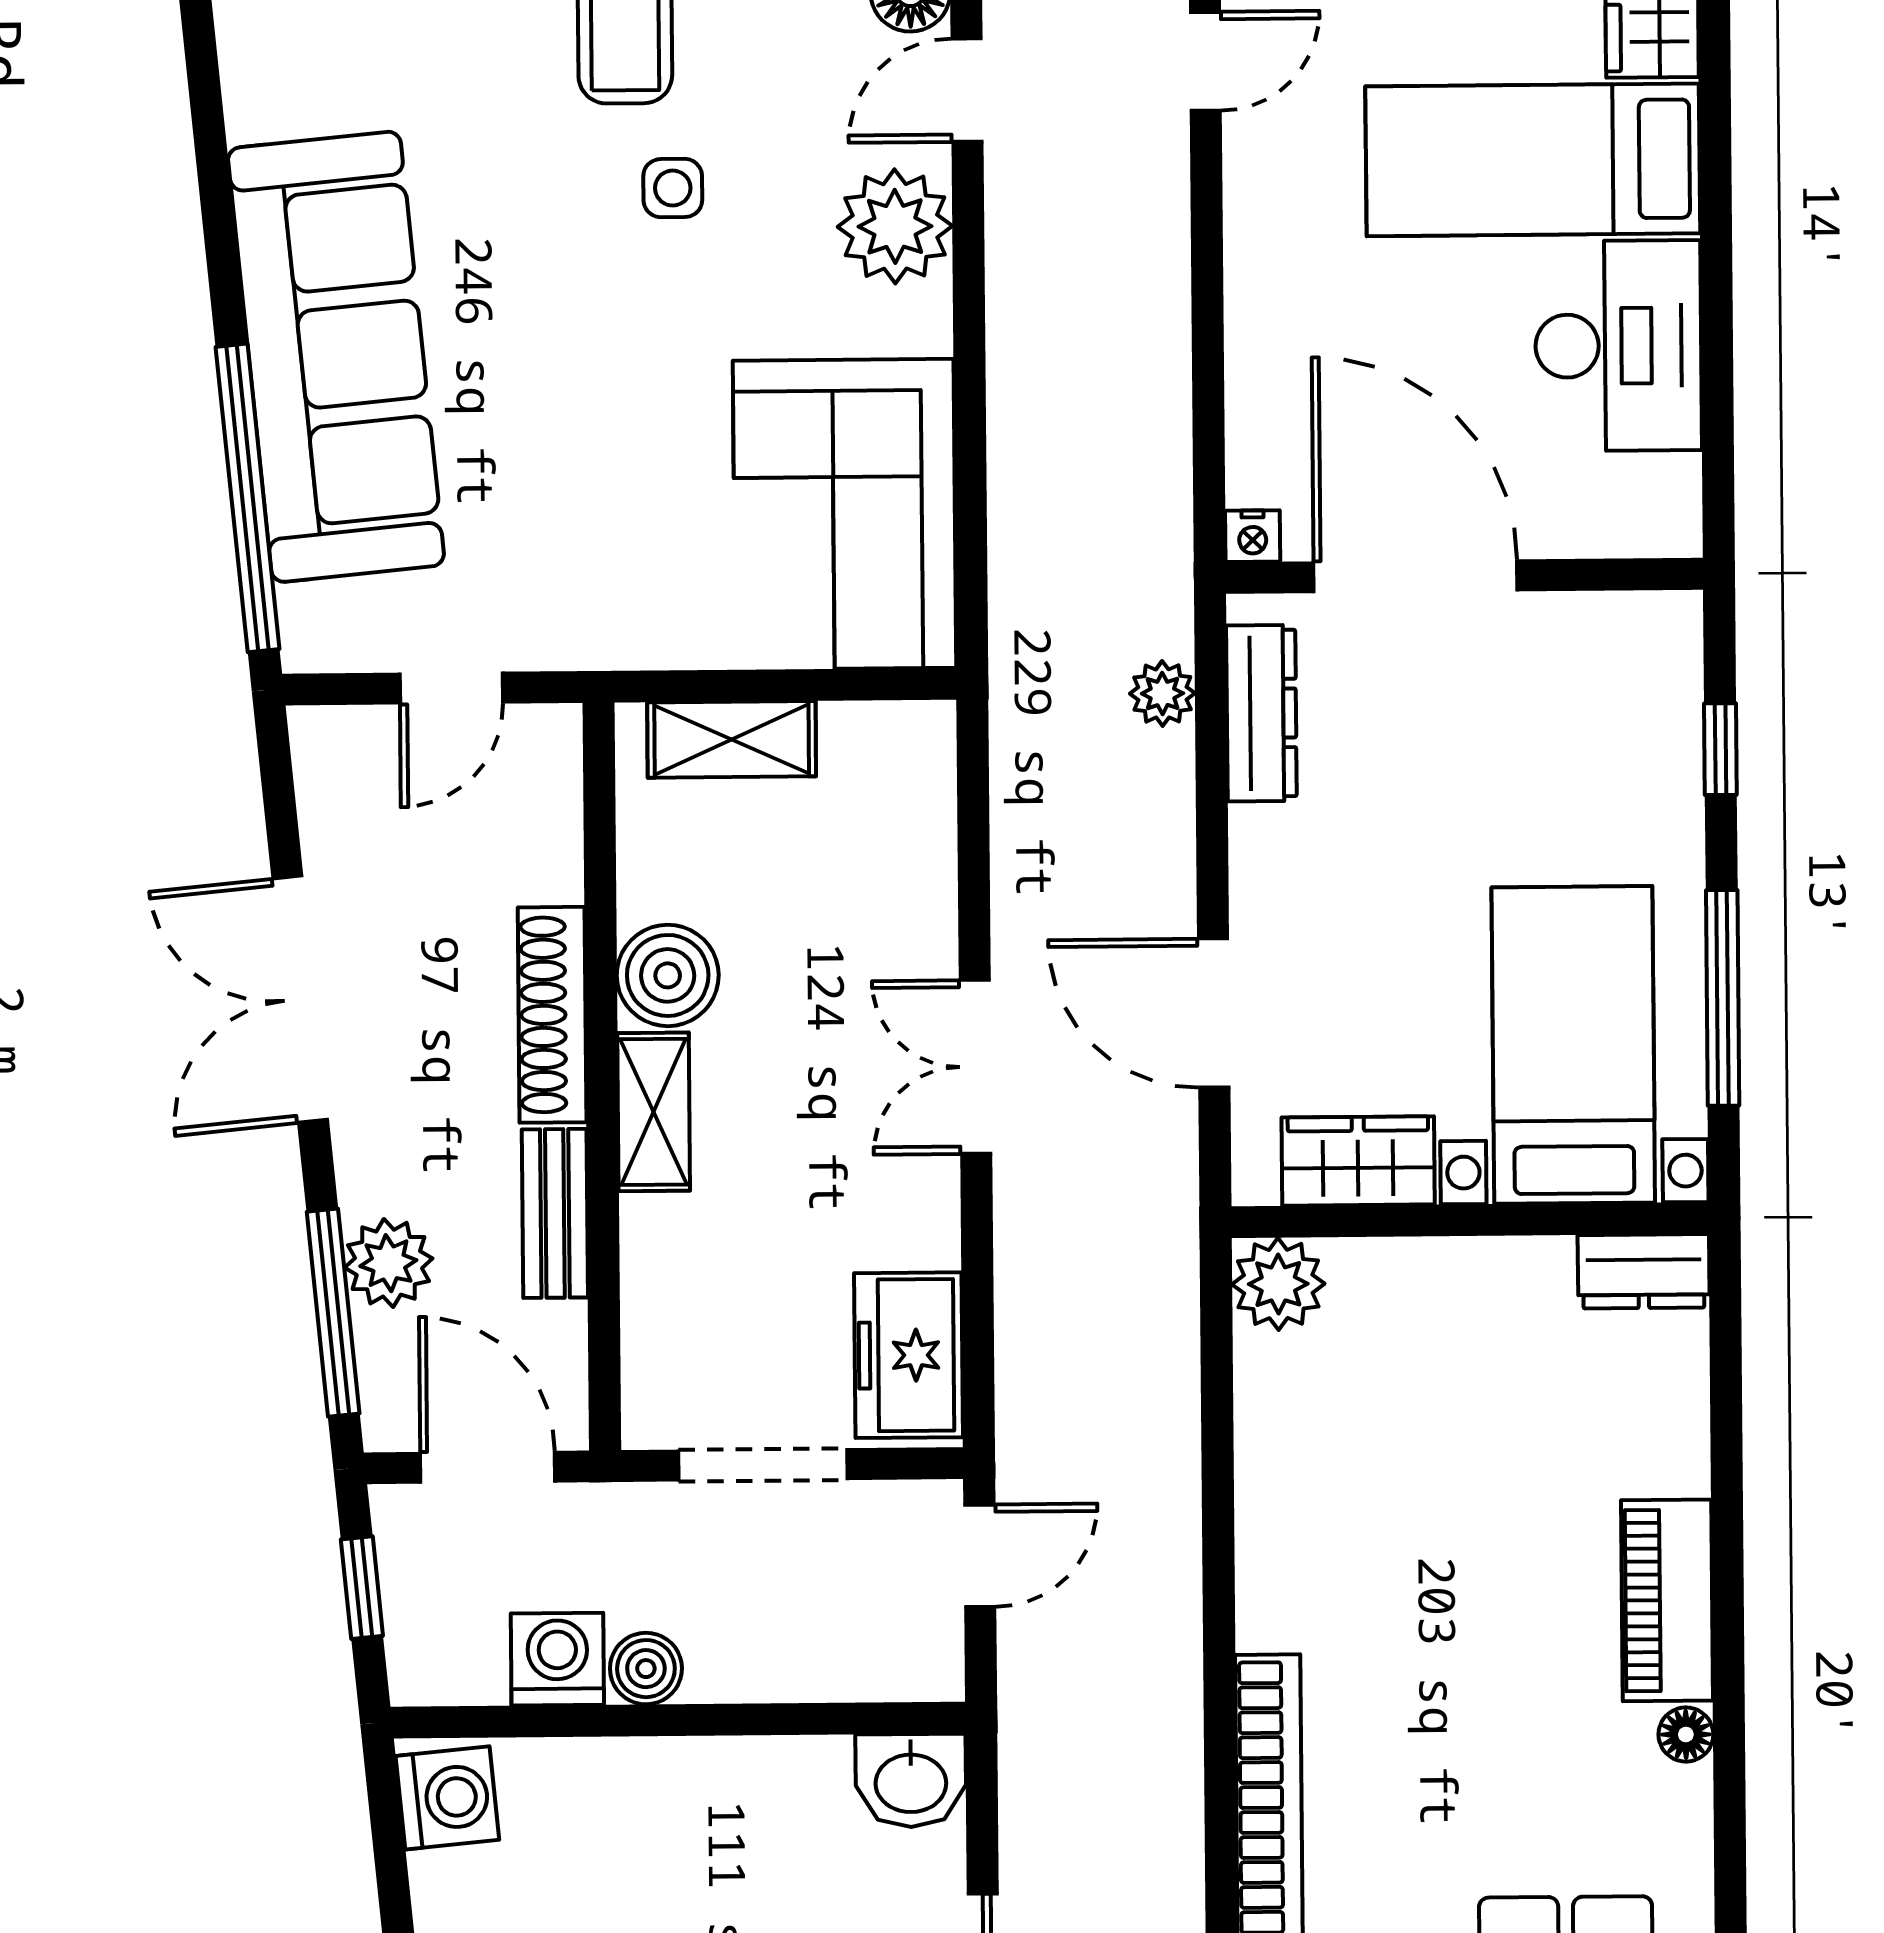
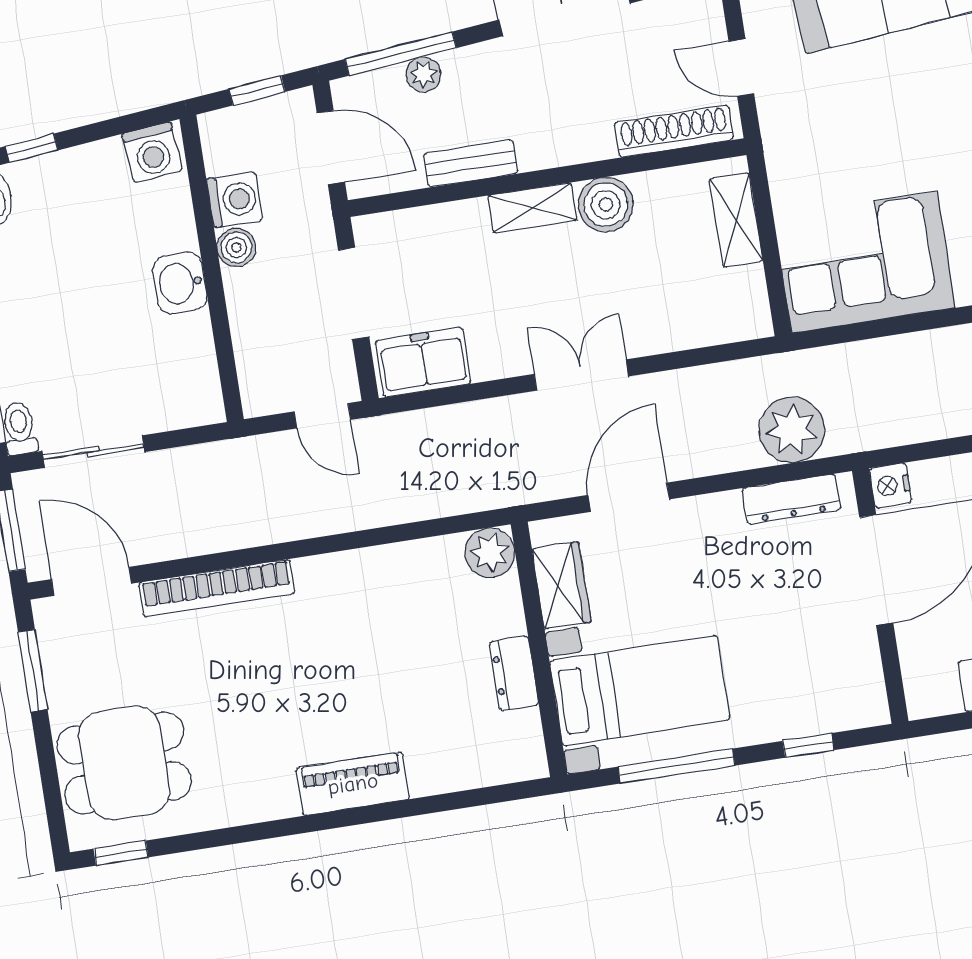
nightstand: (1253, 536) -> (890, 485), width x1.39, depth x1.35
plant: (1162, 693) -> (792, 430), width x1.87, depth x1.87
shoe rack: (552, 1015) -> (674, 131), moved
plant: (388, 1263) -> (423, 74), width x0.73, depth x0.73
dresser: (1644, 1271) -> (514, 673), moved
door: (488, 1467) -> (331, 148), hinge flipped
floor lamp: (1686, 1735) -> (283, 804), removed
washbasin: (911, 1781) -> (180, 283), moved

